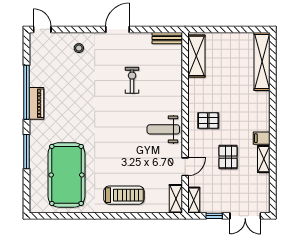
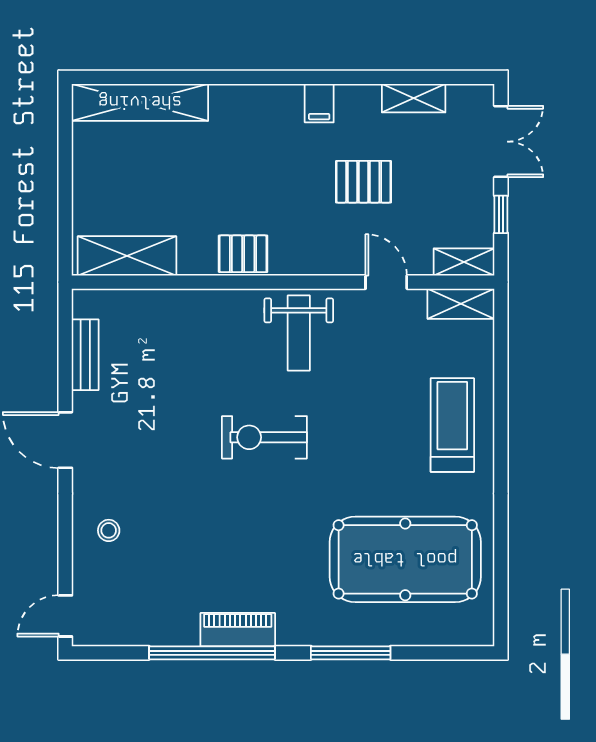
bench: (167, 38) -> (85, 355), moved
exercise bike: (132, 80) -> (264, 437), moved, width x1.38, depth x1.39
pallet: (208, 121) -> (243, 254), moved, turned 90
shelving: (264, 159) -> (414, 98), moved

